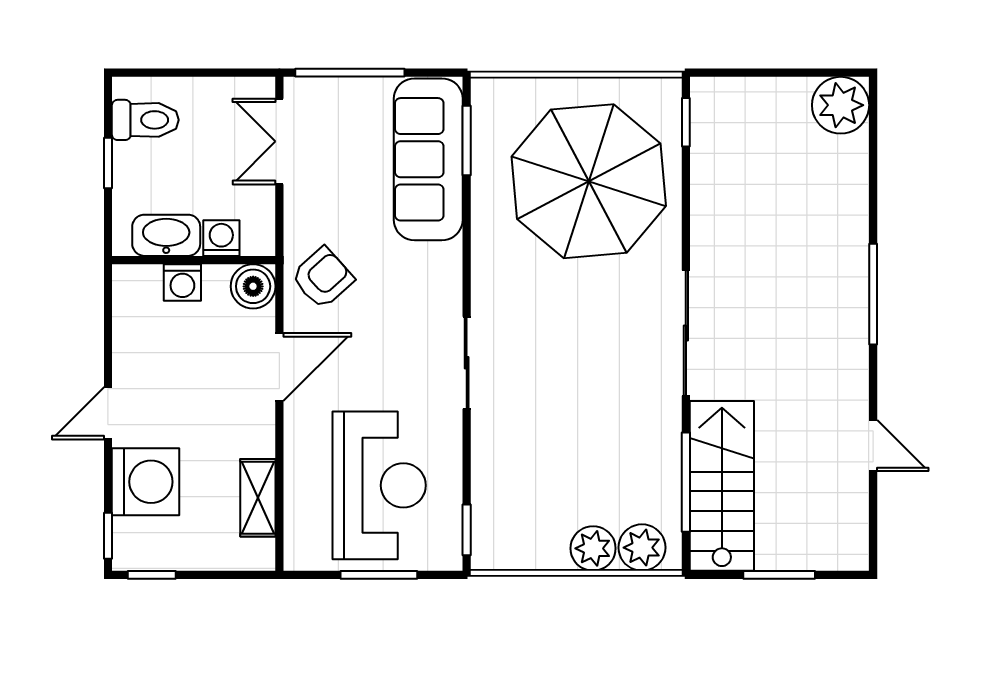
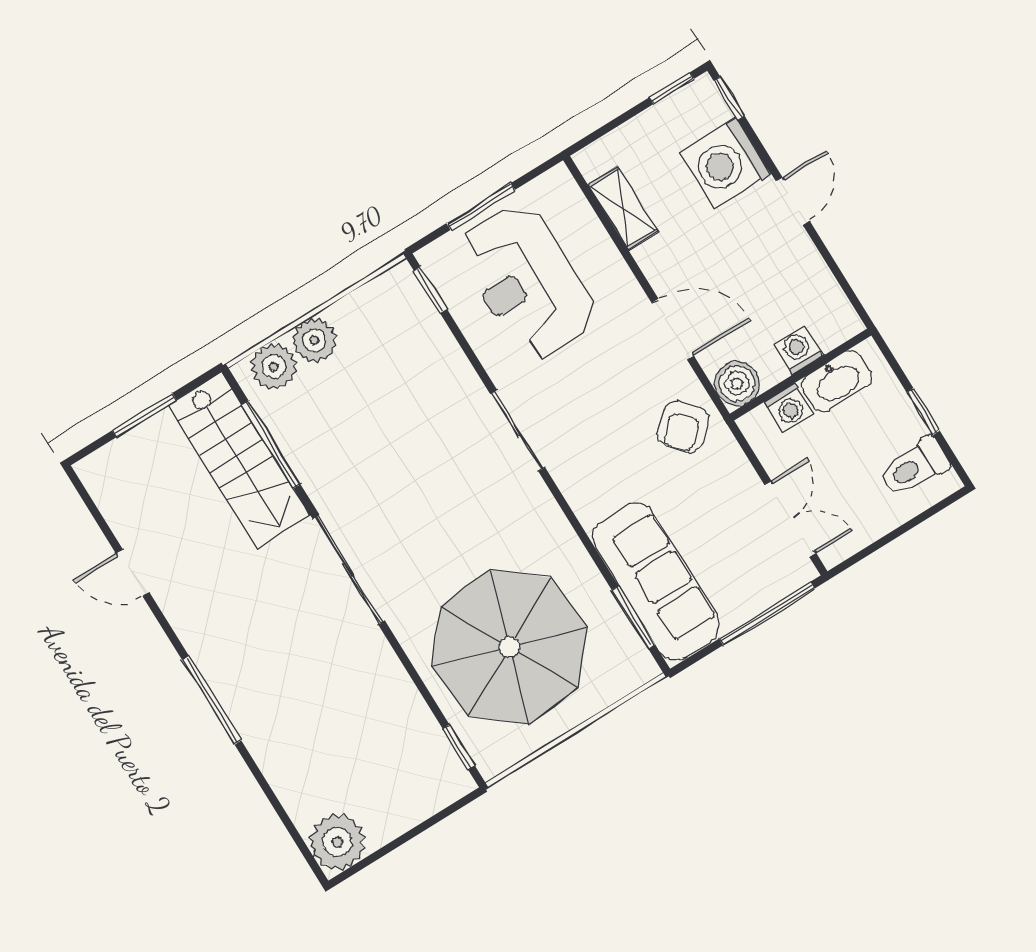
door: (279, 367) -> (673, 329), swing flipped

